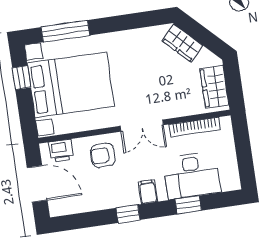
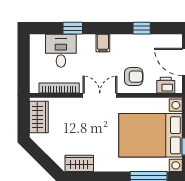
wardrobe: (182, 43) -> (79, 163), moved, turned -45
desk: (192, 175) -> (61, 51), width x0.73
window: (128, 214) -> (142, 28), moved

